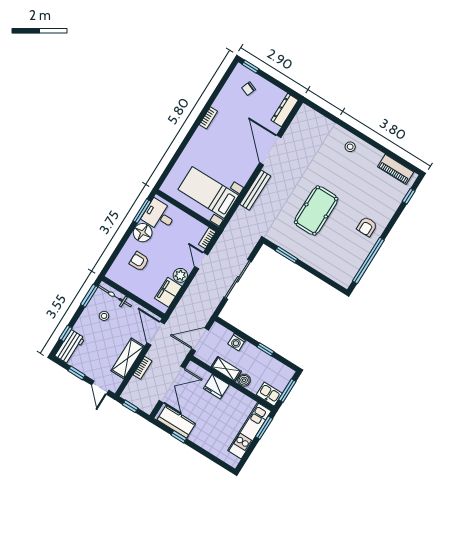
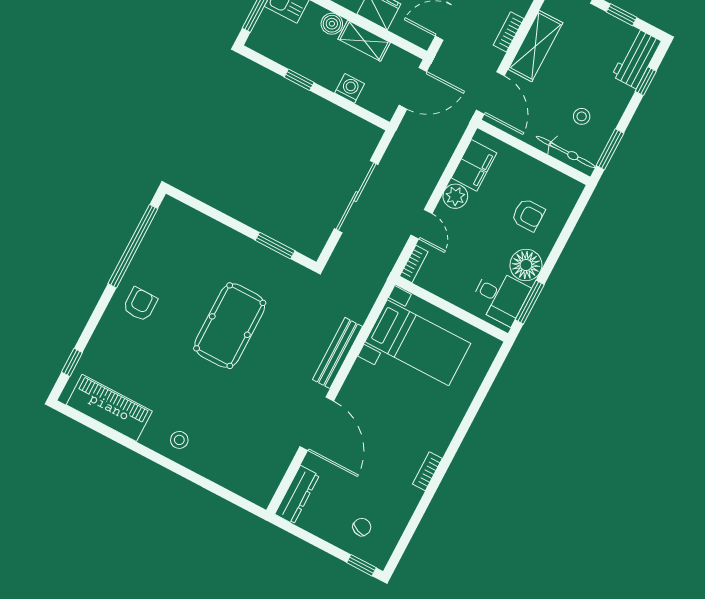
piano: (396, 169) -> (109, 408), width x1.37, depth x1.33

